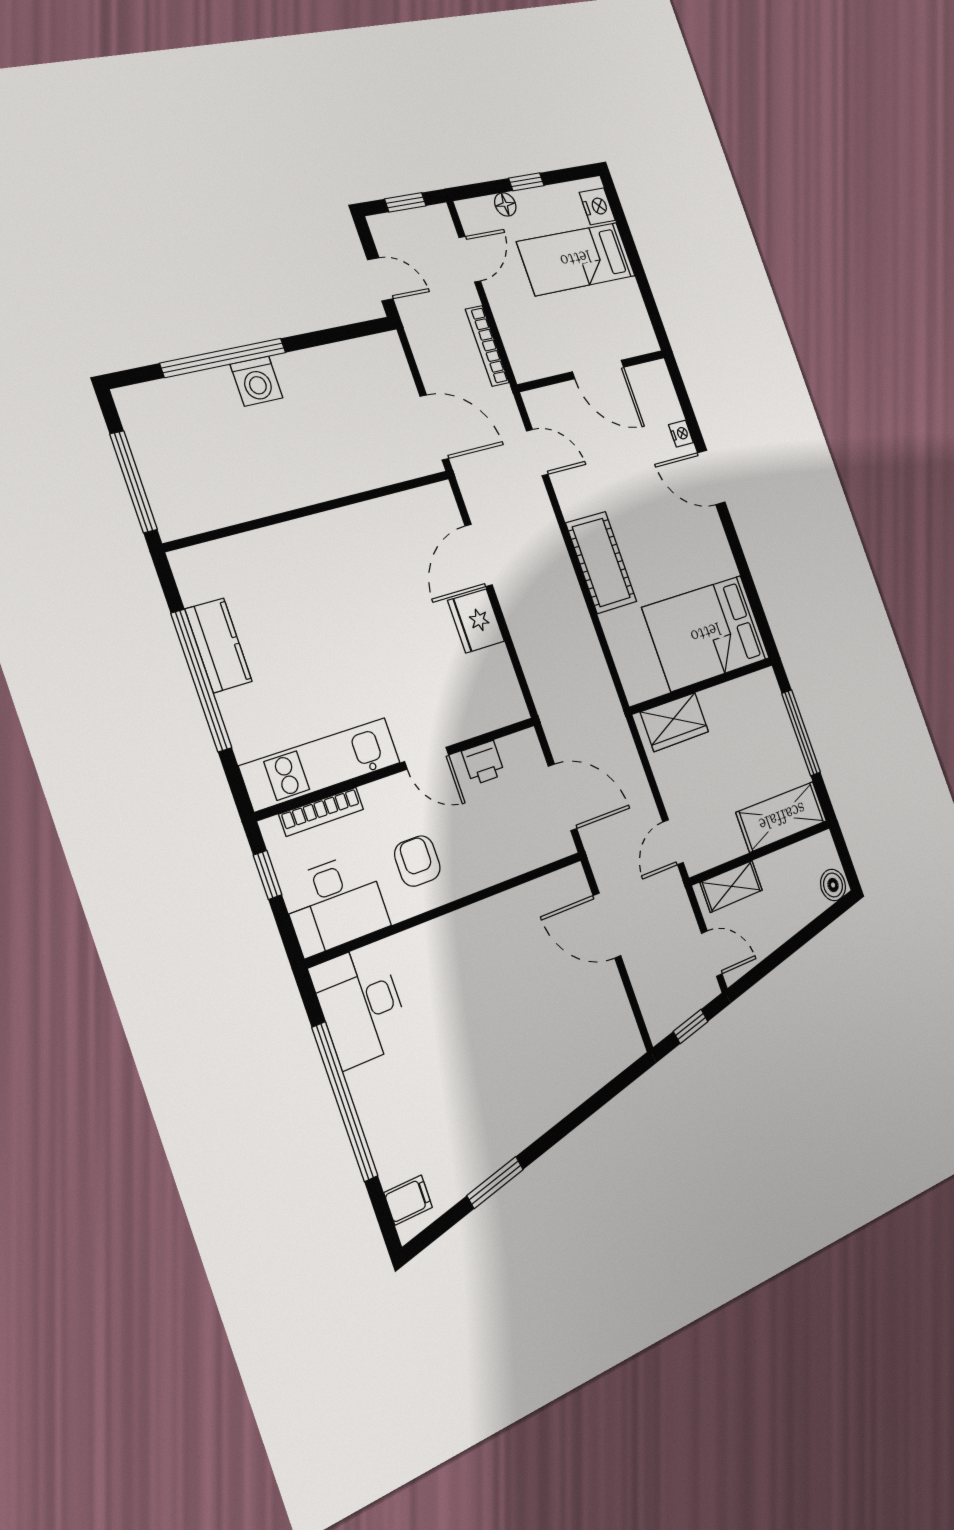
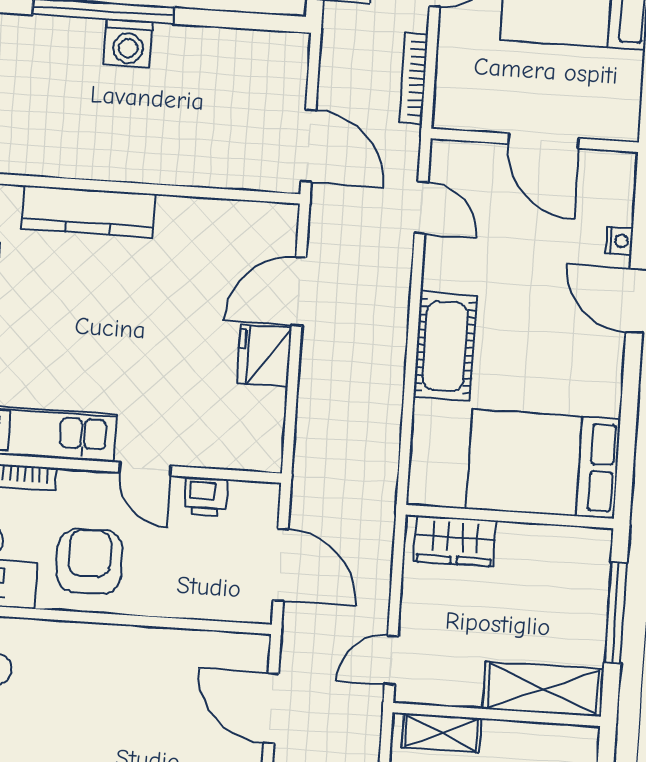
kitchen counter: (286, 543) -> (88, 211), added
armchair: (417, 861) -> (89, 561), width x1.38, depth x1.38

